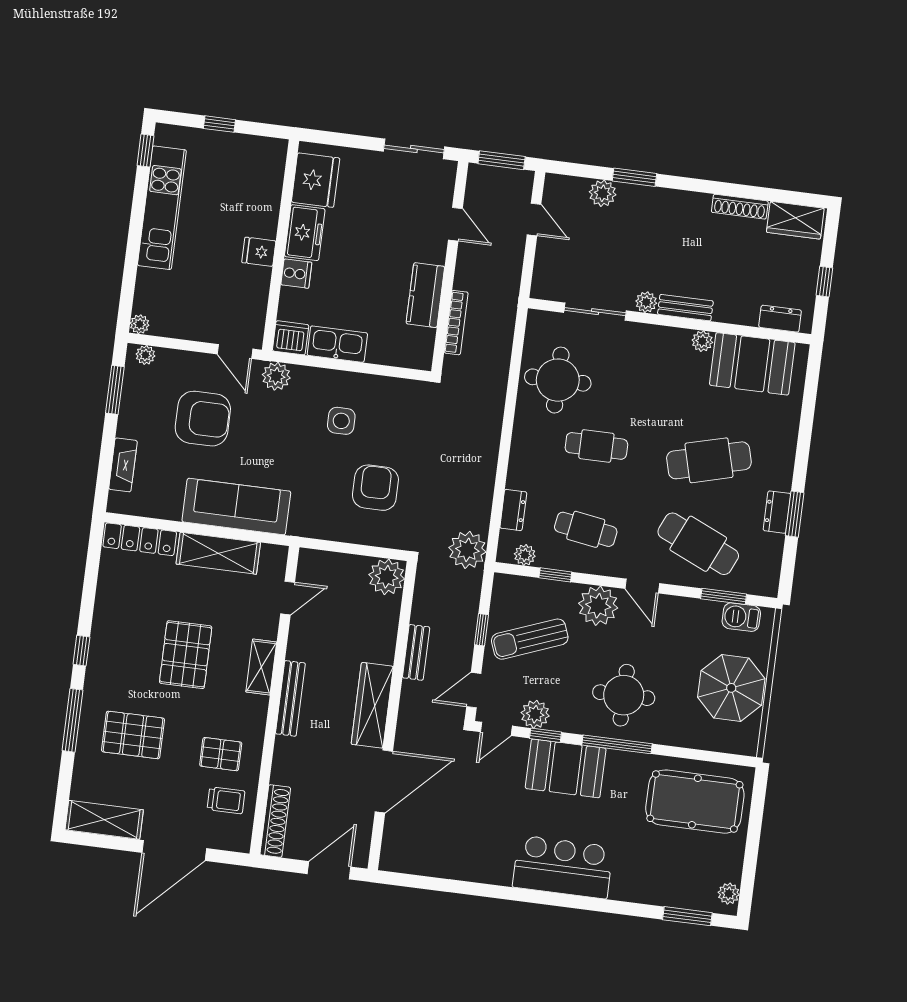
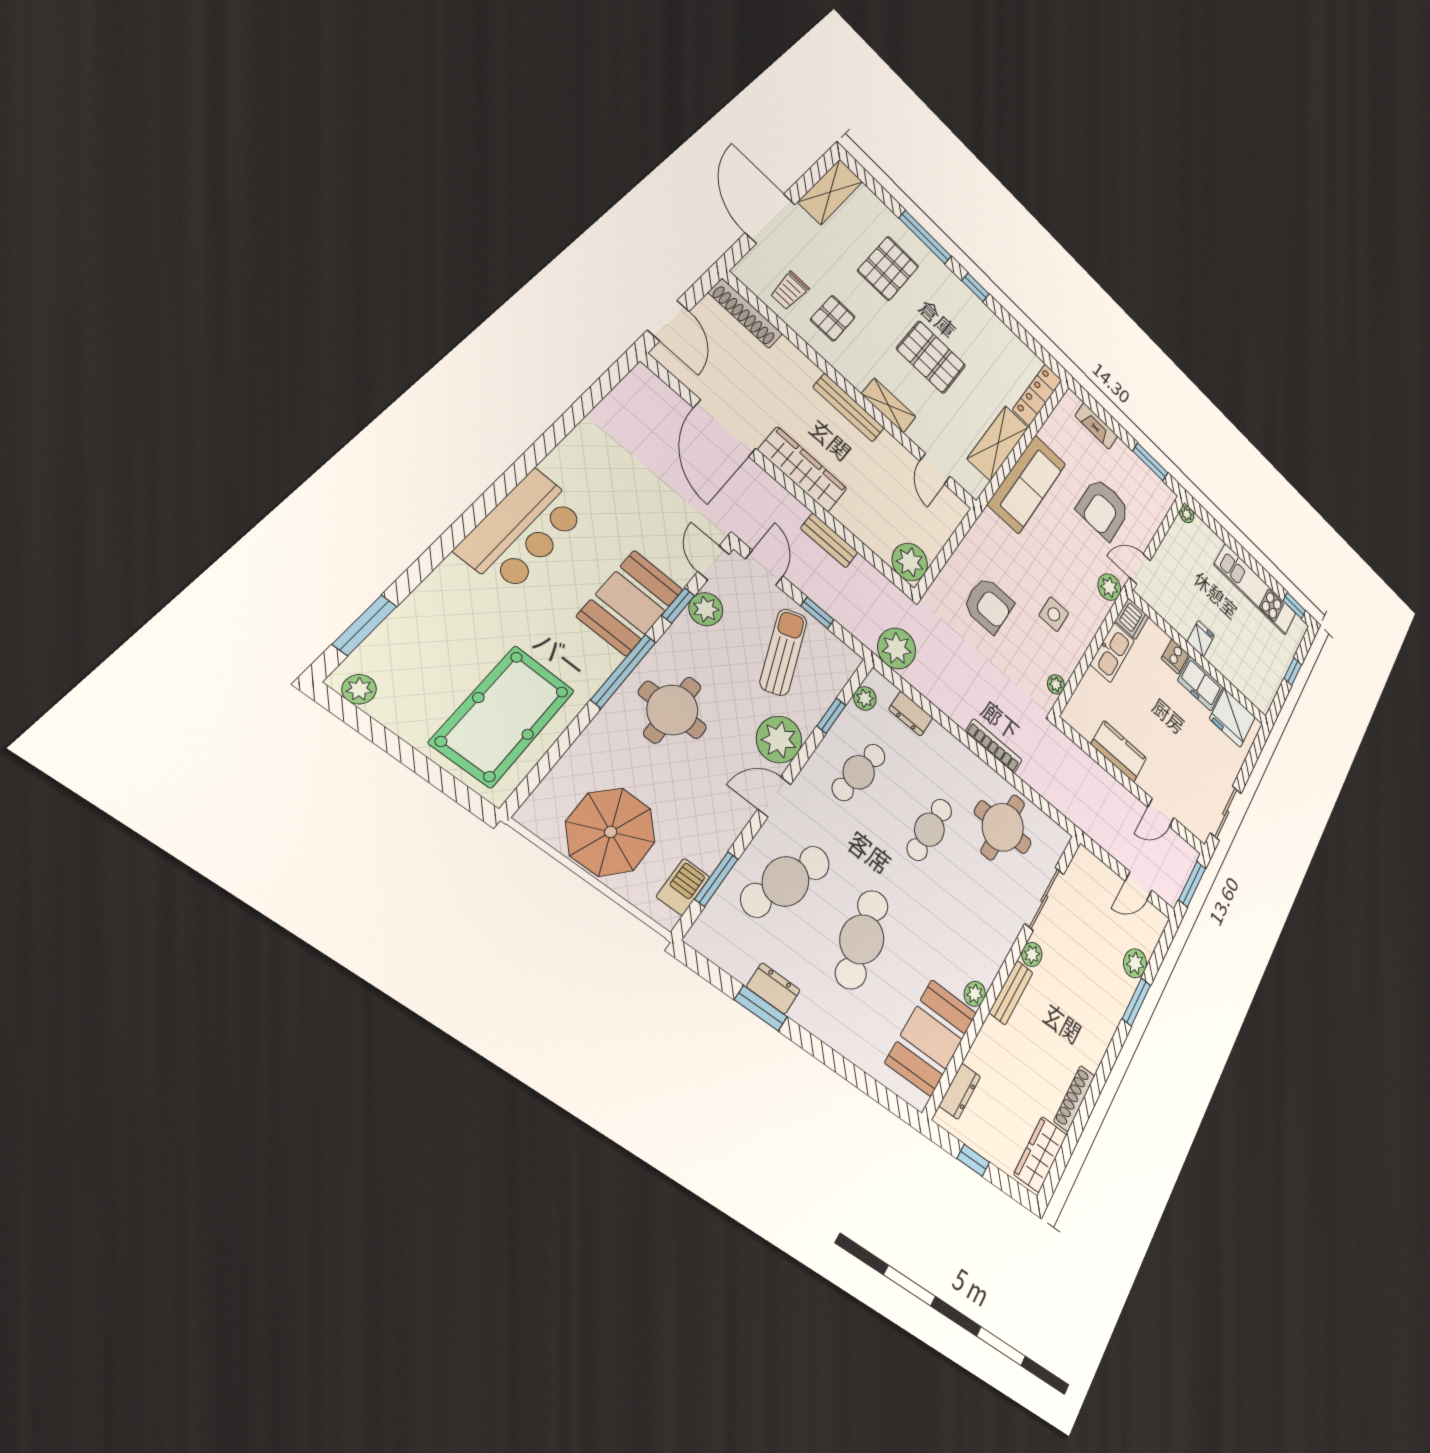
bookcase: (456, 323) -> (994, 746), moved, turned 180
plant: (145, 355) -> (1056, 684), moved

